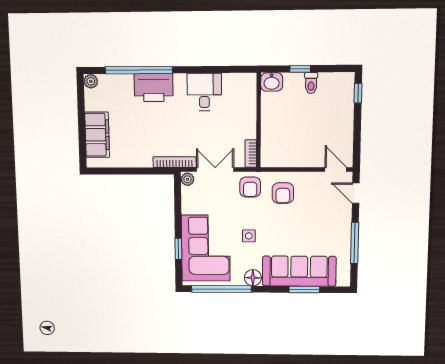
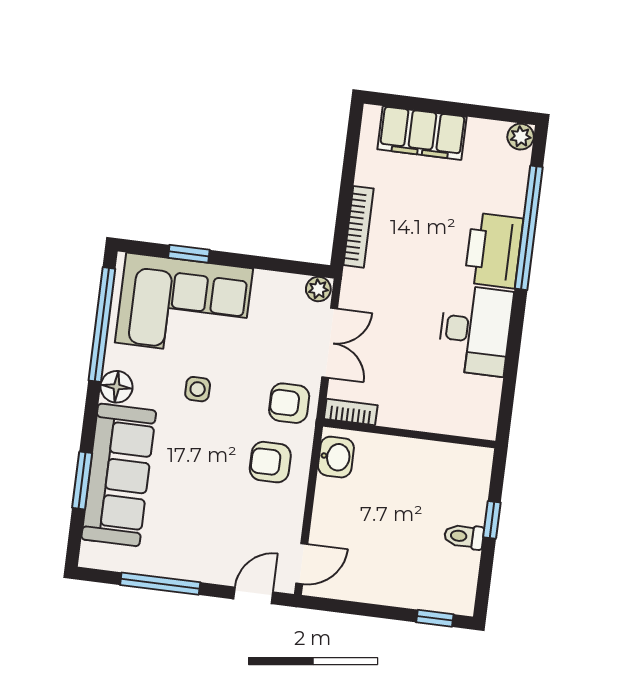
washbasin: (272, 82) -> (336, 457), moved, turned 180
desk: (204, 92) -> (475, 330), width x1.37
bookcase: (175, 162) -> (359, 227), moved

